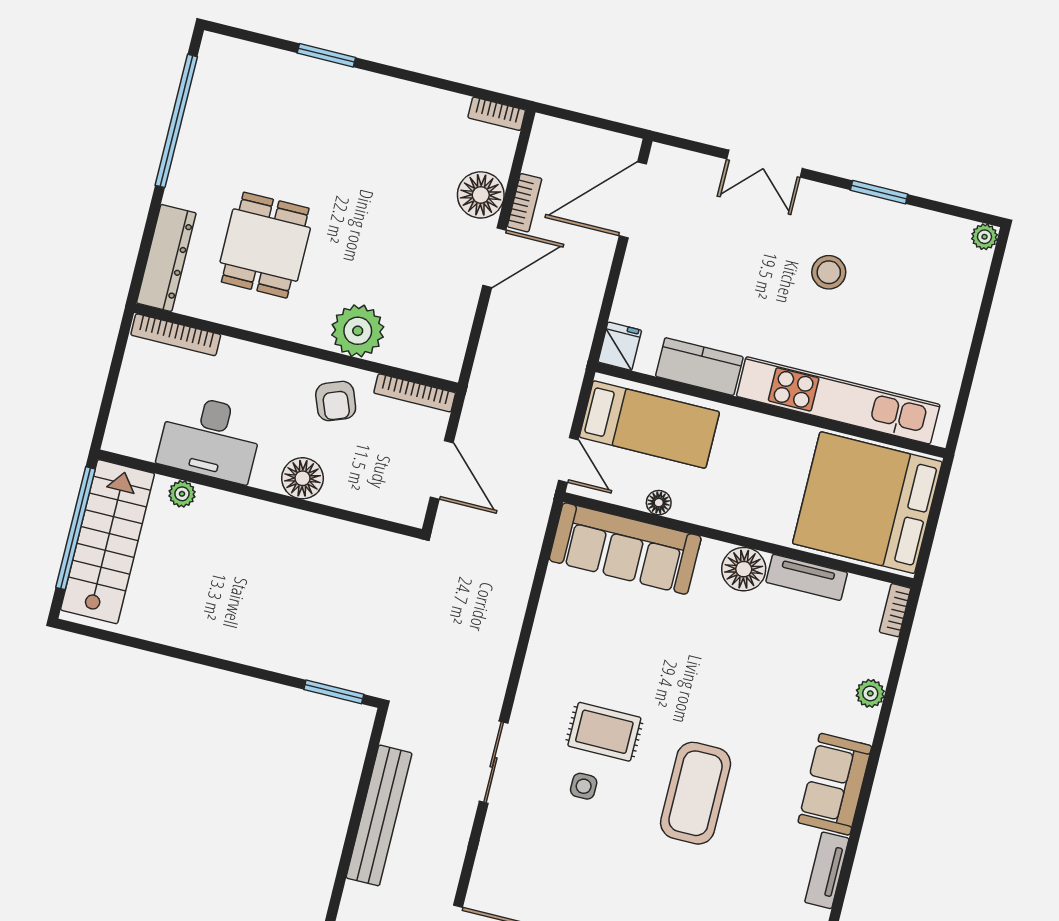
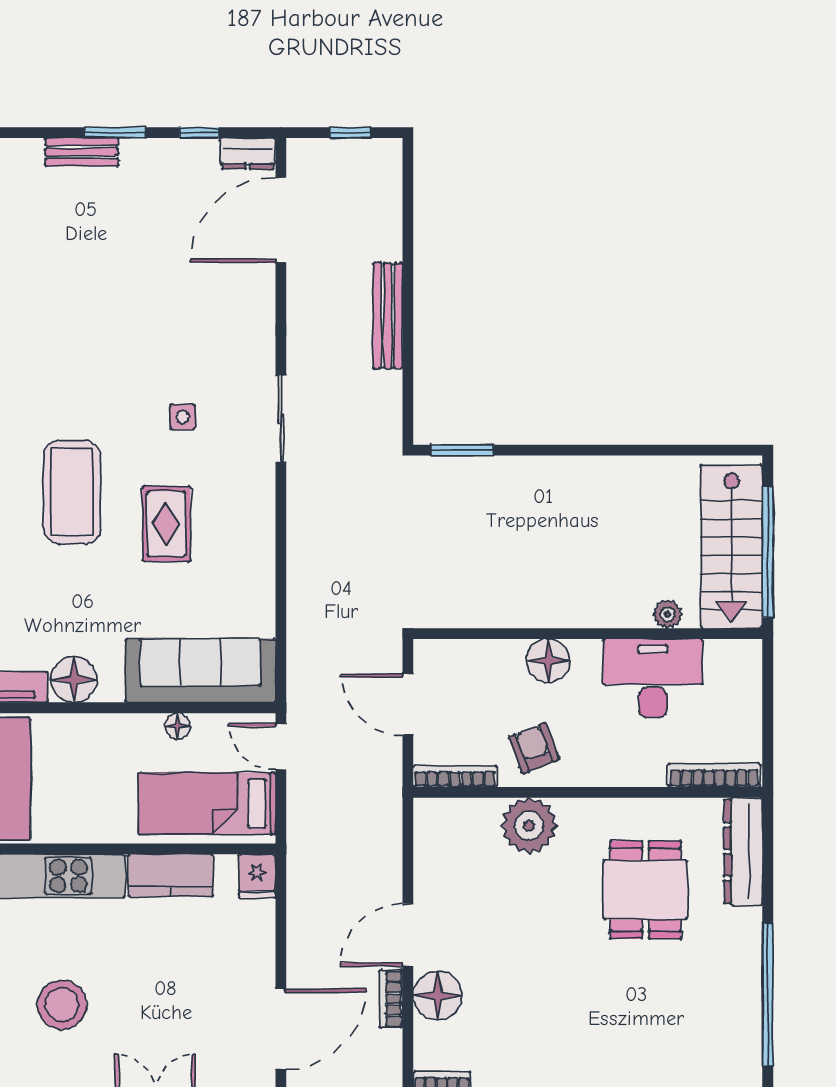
stool: (829, 272) -> (62, 1005), width x1.38, depth x1.38
rug: (604, 732) -> (166, 524), moved, turned 90
coffee table: (696, 793) -> (72, 492), moved
bench: (379, 815) -> (388, 316), width x0.73, depth x0.82

